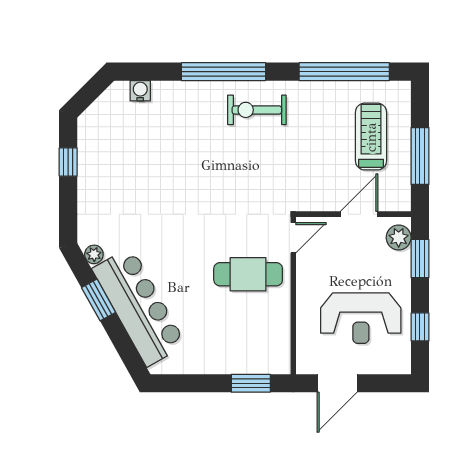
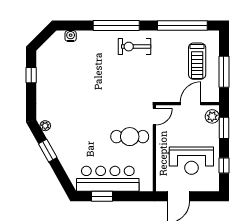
treadmill: (371, 137) -> (197, 61), turned 180
bar counter: (139, 307) -> (108, 179), moved, turned -61
window: (251, 383) -> (102, 196), moved

